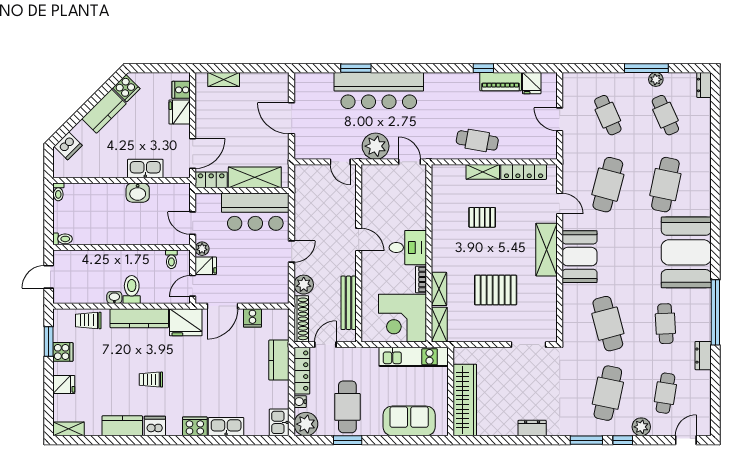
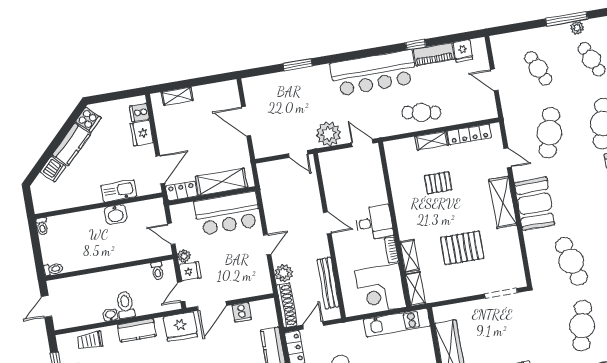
bar counter: (379, 91) -> (374, 73), moved
dishwasher: (68, 146) -> (53, 169), moved
kitchen counter: (139, 318) -> (137, 330), width x0.67

